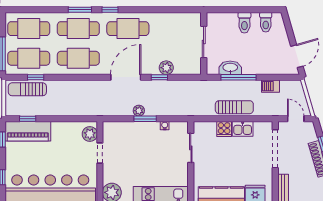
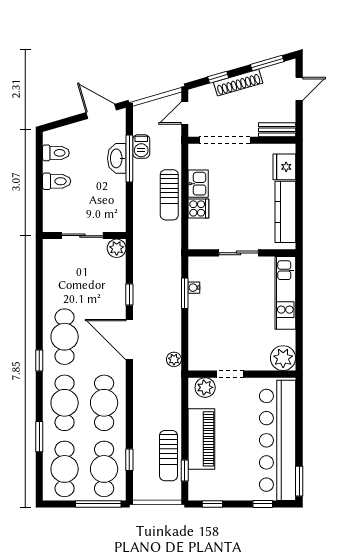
window: (80, 10) -> (39, 437), moved
plant: (166, 68) -> (117, 248), moved
washbasin: (230, 68) -> (117, 158), moved
window: (239, 77) -> (129, 158), moved
sun lounger: (27, 89) -> (168, 456), moved
sun lounger: (234, 107) -> (169, 195), turned 180
plant: (139, 111) -> (174, 359), moved
window: (145, 119) -> (185, 293), moved
piano: (28, 131) -> (201, 439), moved
sliding door: (191, 148) -> (239, 253), moved

